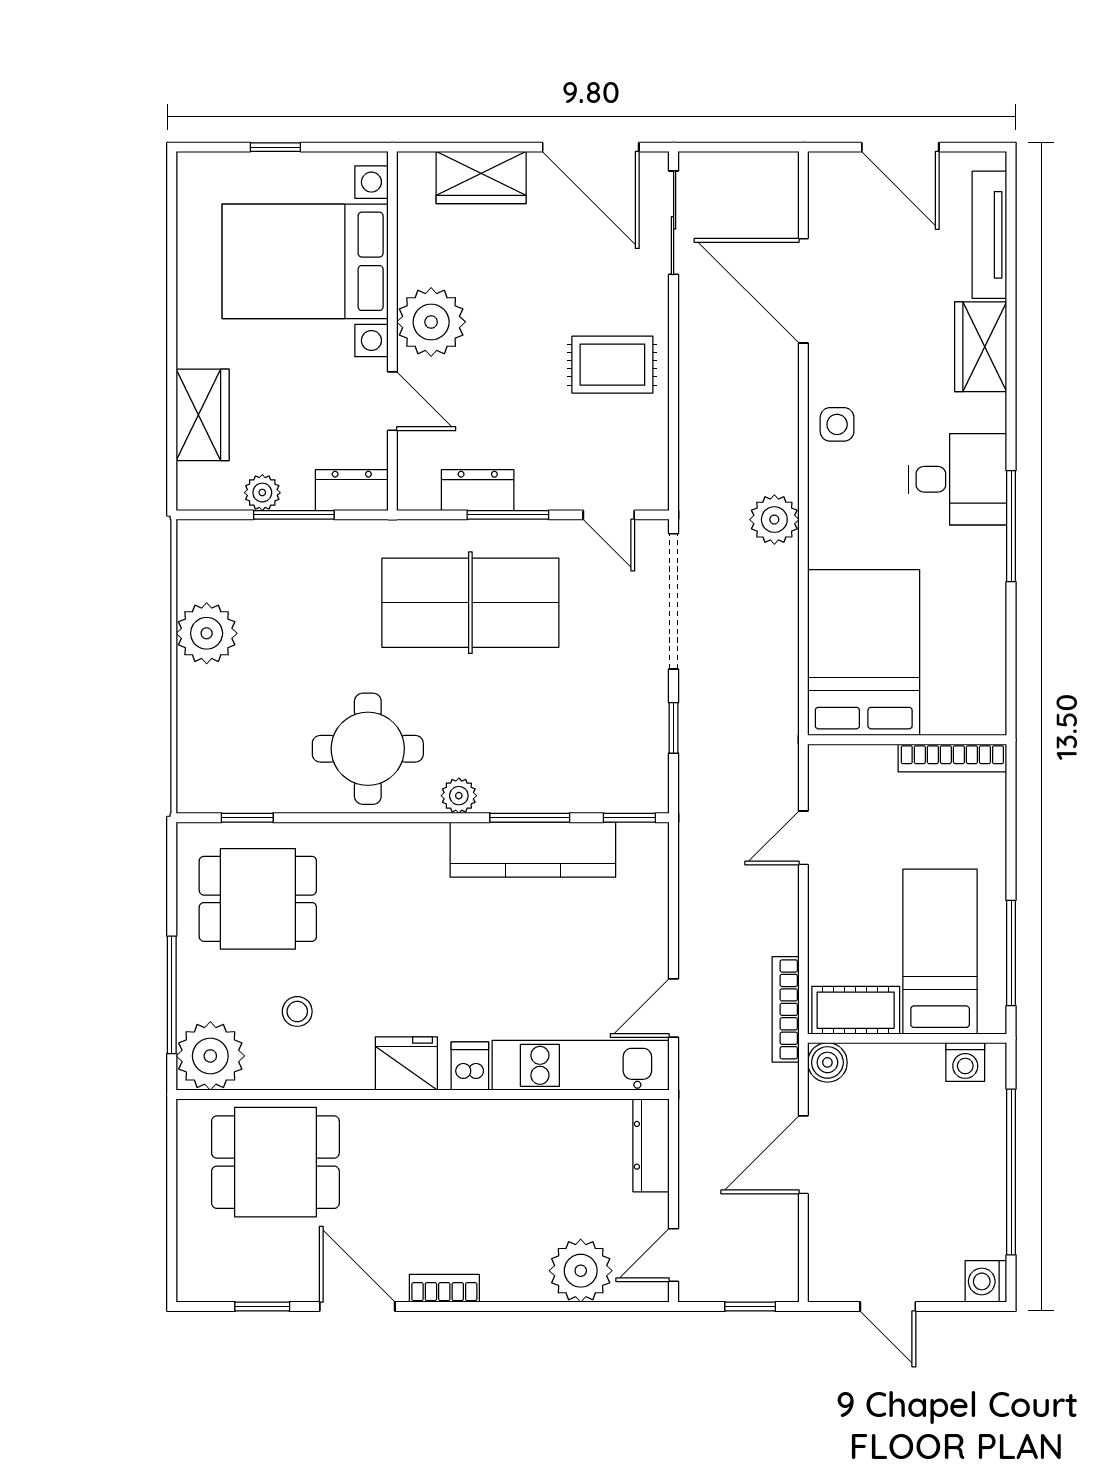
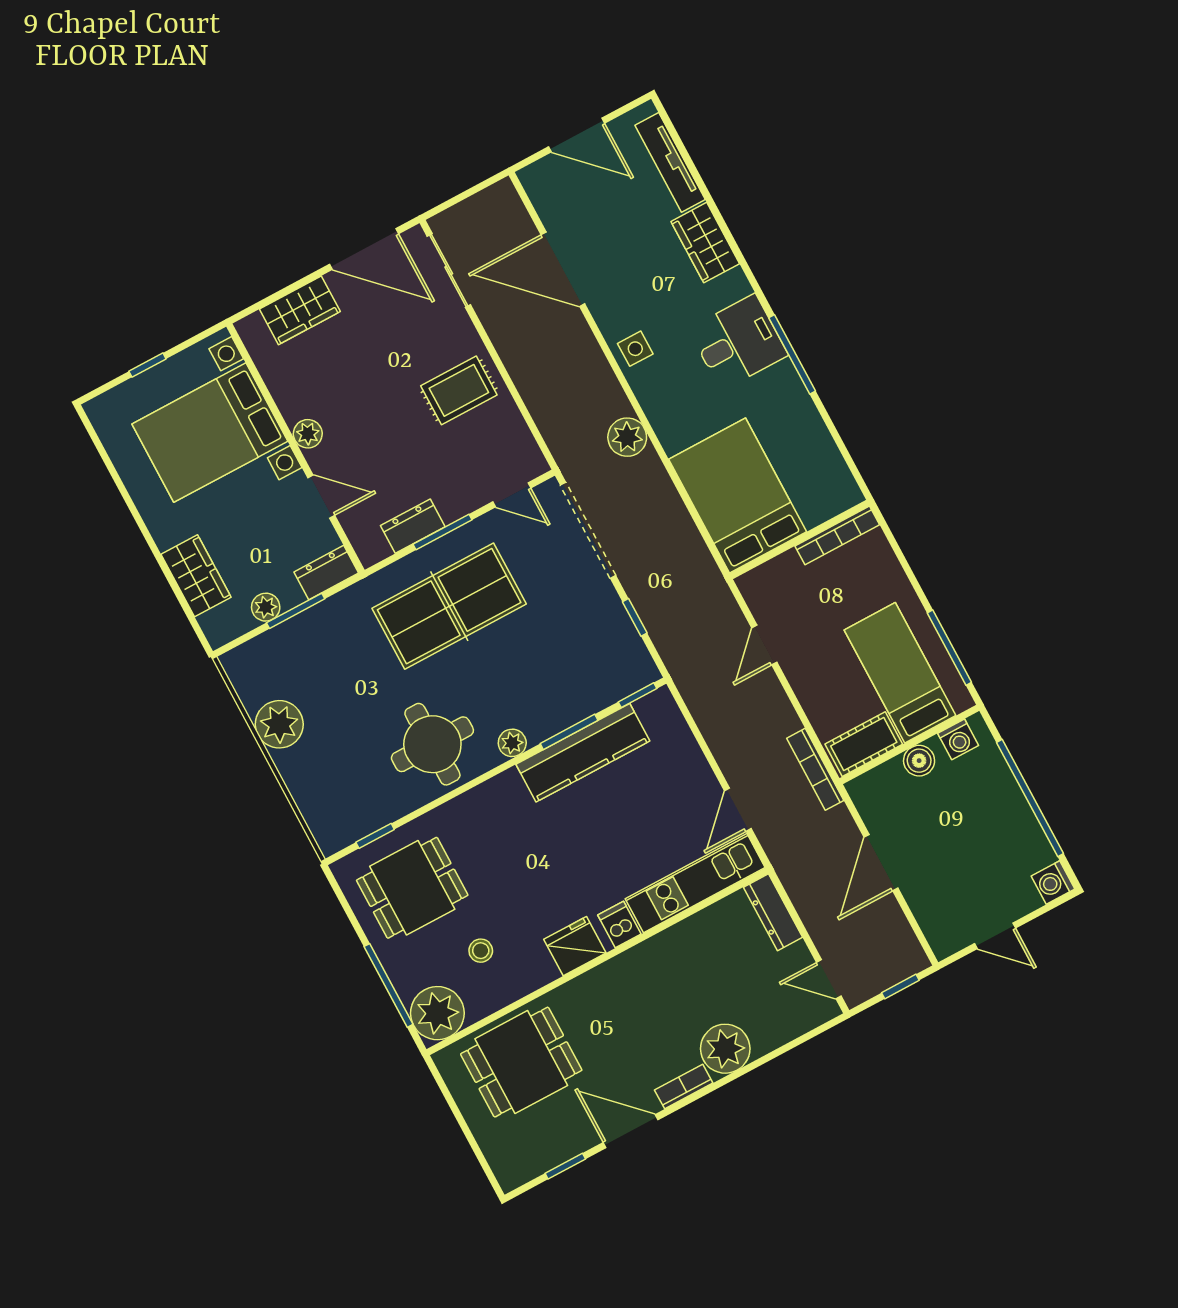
plant: (431, 322) -> (308, 434), width x0.53, depth x0.53
boiler: (827, 1062) -> (919, 761), moved
door: (674, 1255) -> (829, 979), hinge flipped
plant: (581, 1271) -> (725, 1049), moved

